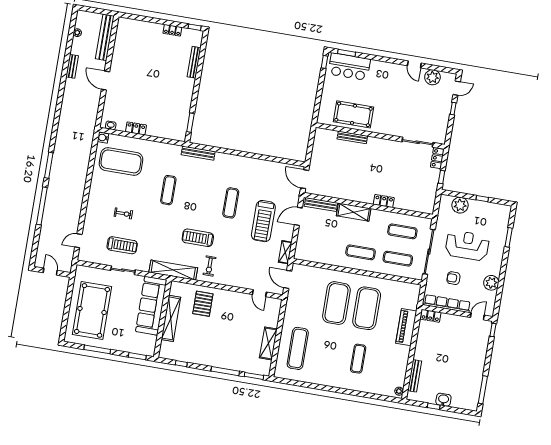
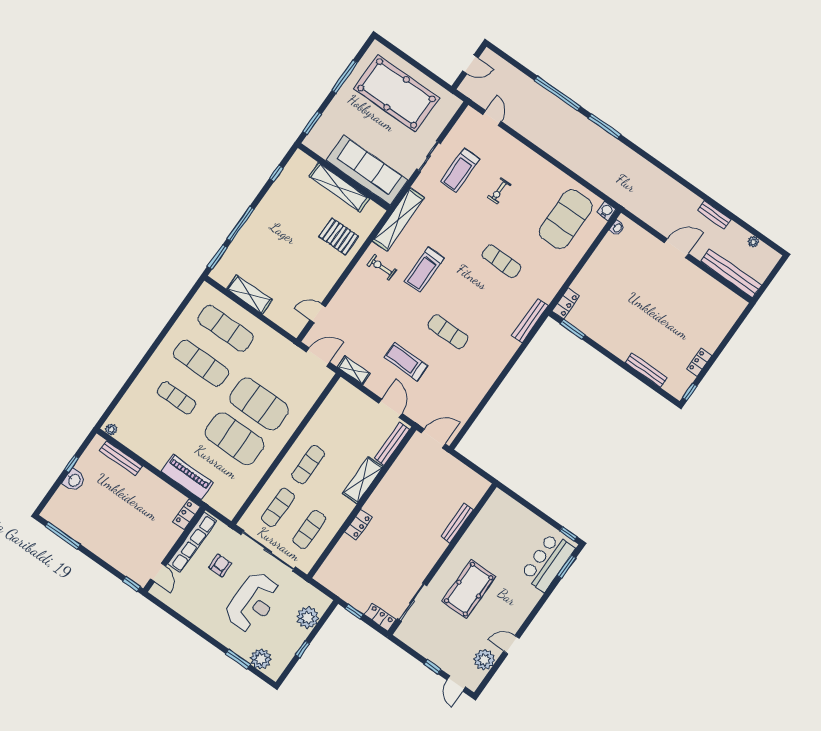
pool table: (353, 114) -> (469, 589), moved
locker: (136, 128) -> (566, 303), moved
treadmill: (263, 221) -> (406, 362), width x0.73, depth x0.73
treadmill: (198, 238) -> (424, 270), turned 180
plant: (491, 283) -> (261, 659), moved
exercise mat: (328, 354) -> (201, 363), added

